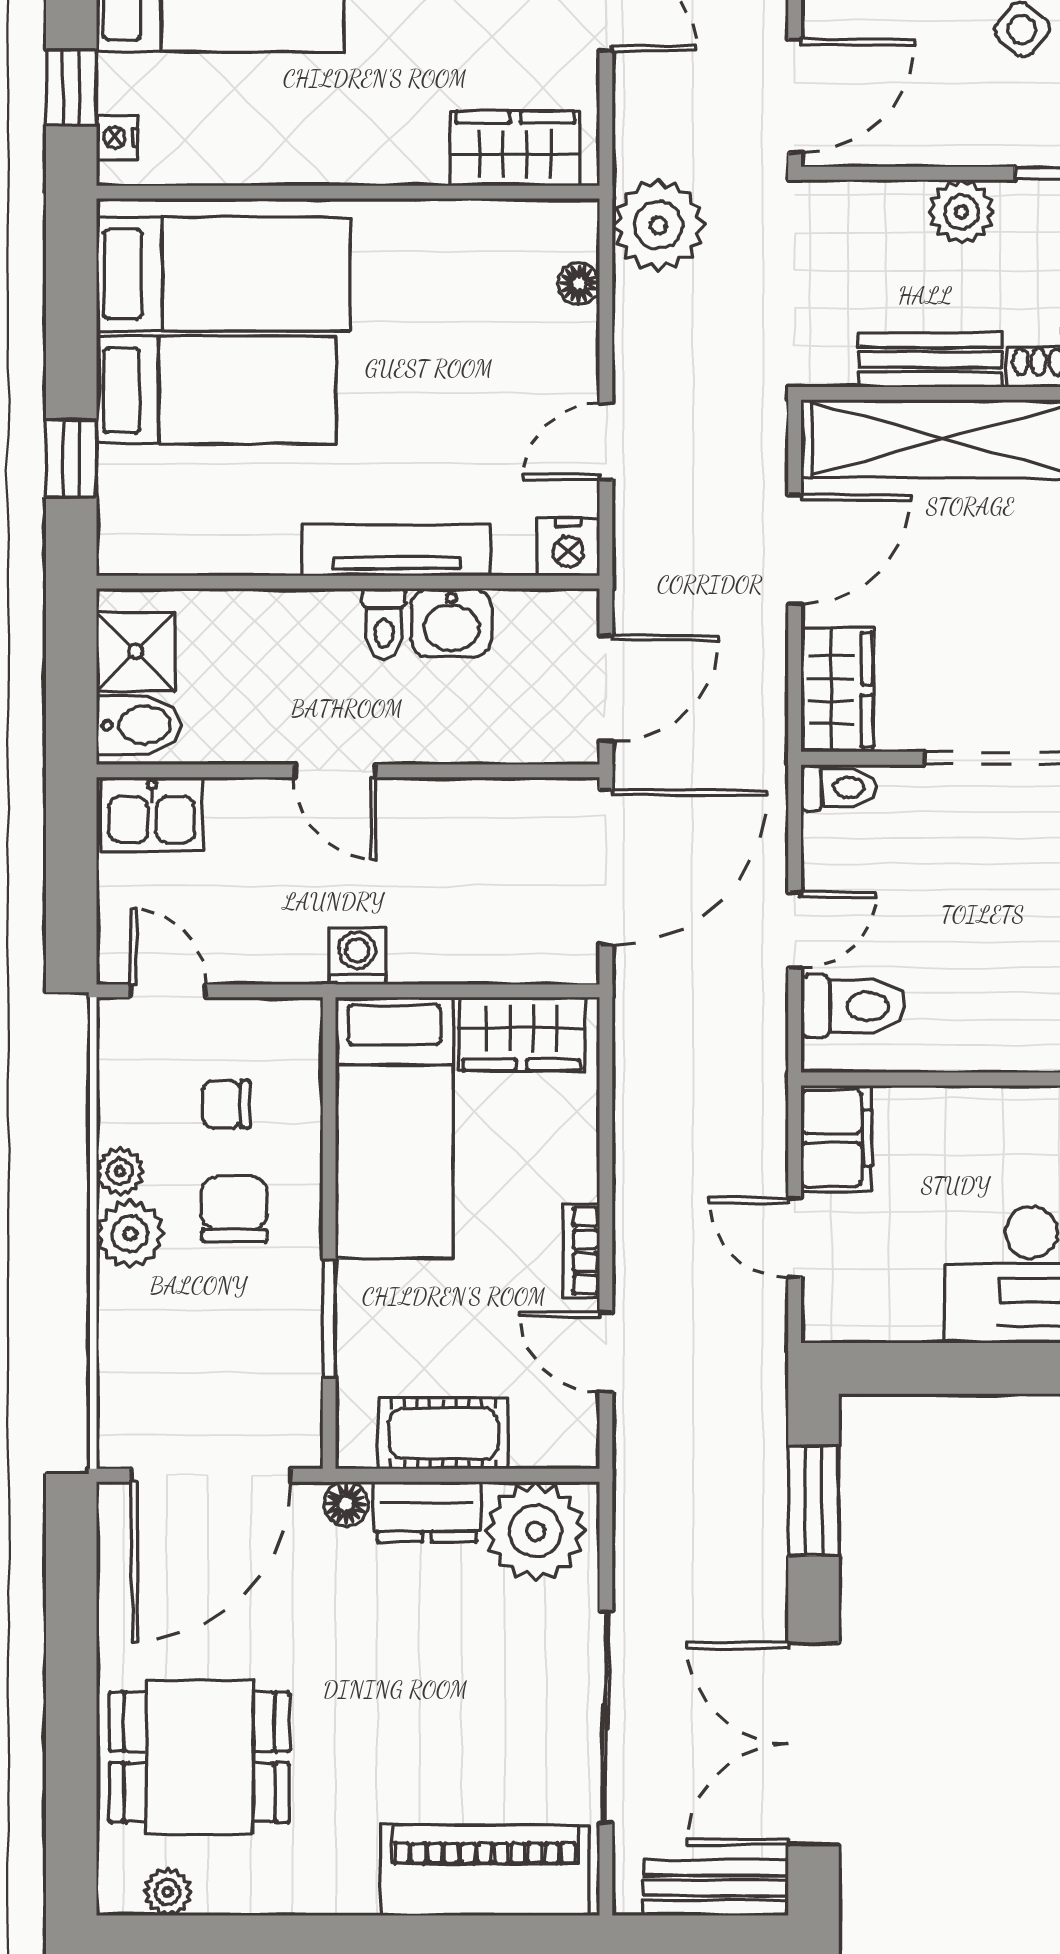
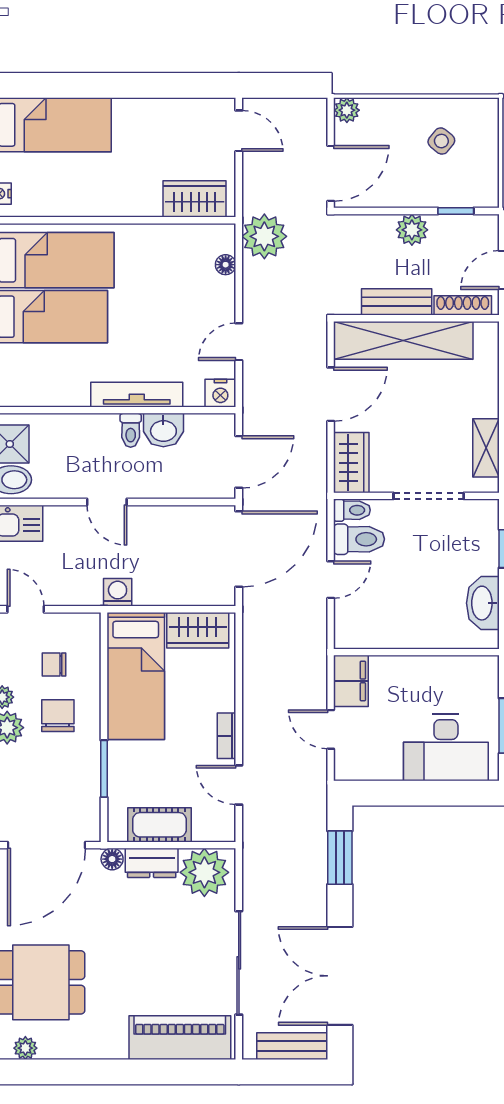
toilet: (853, 1006) -> (359, 539), moved

